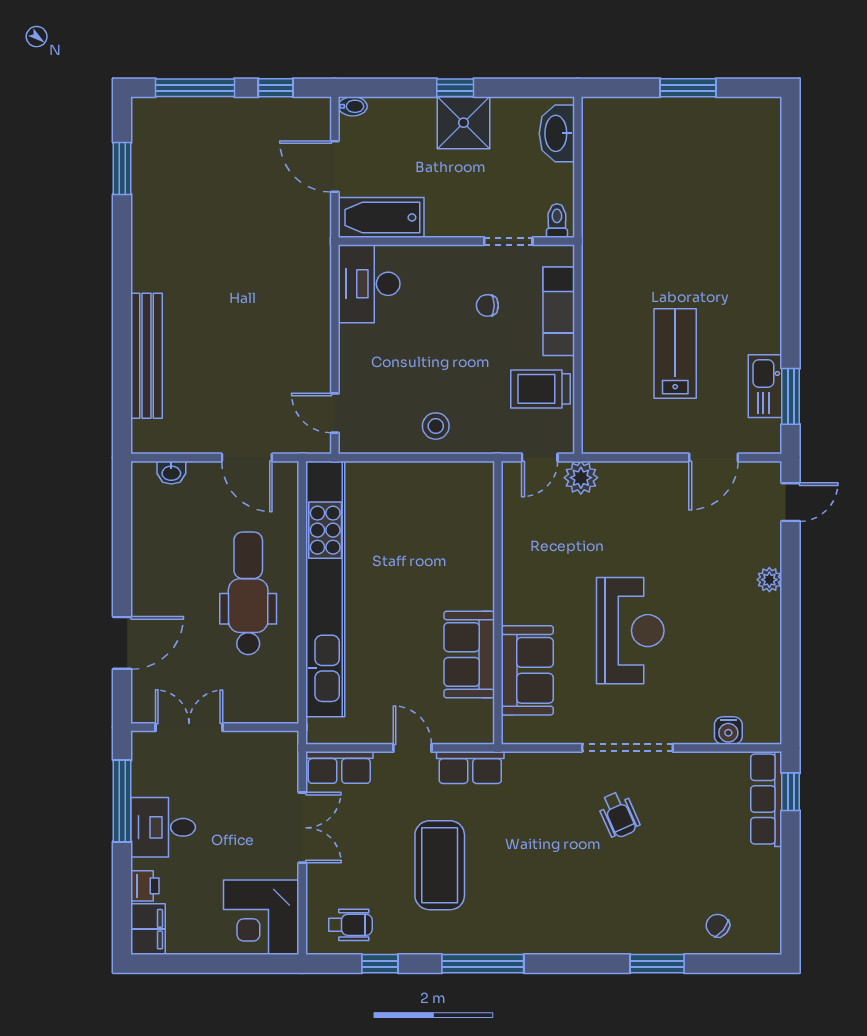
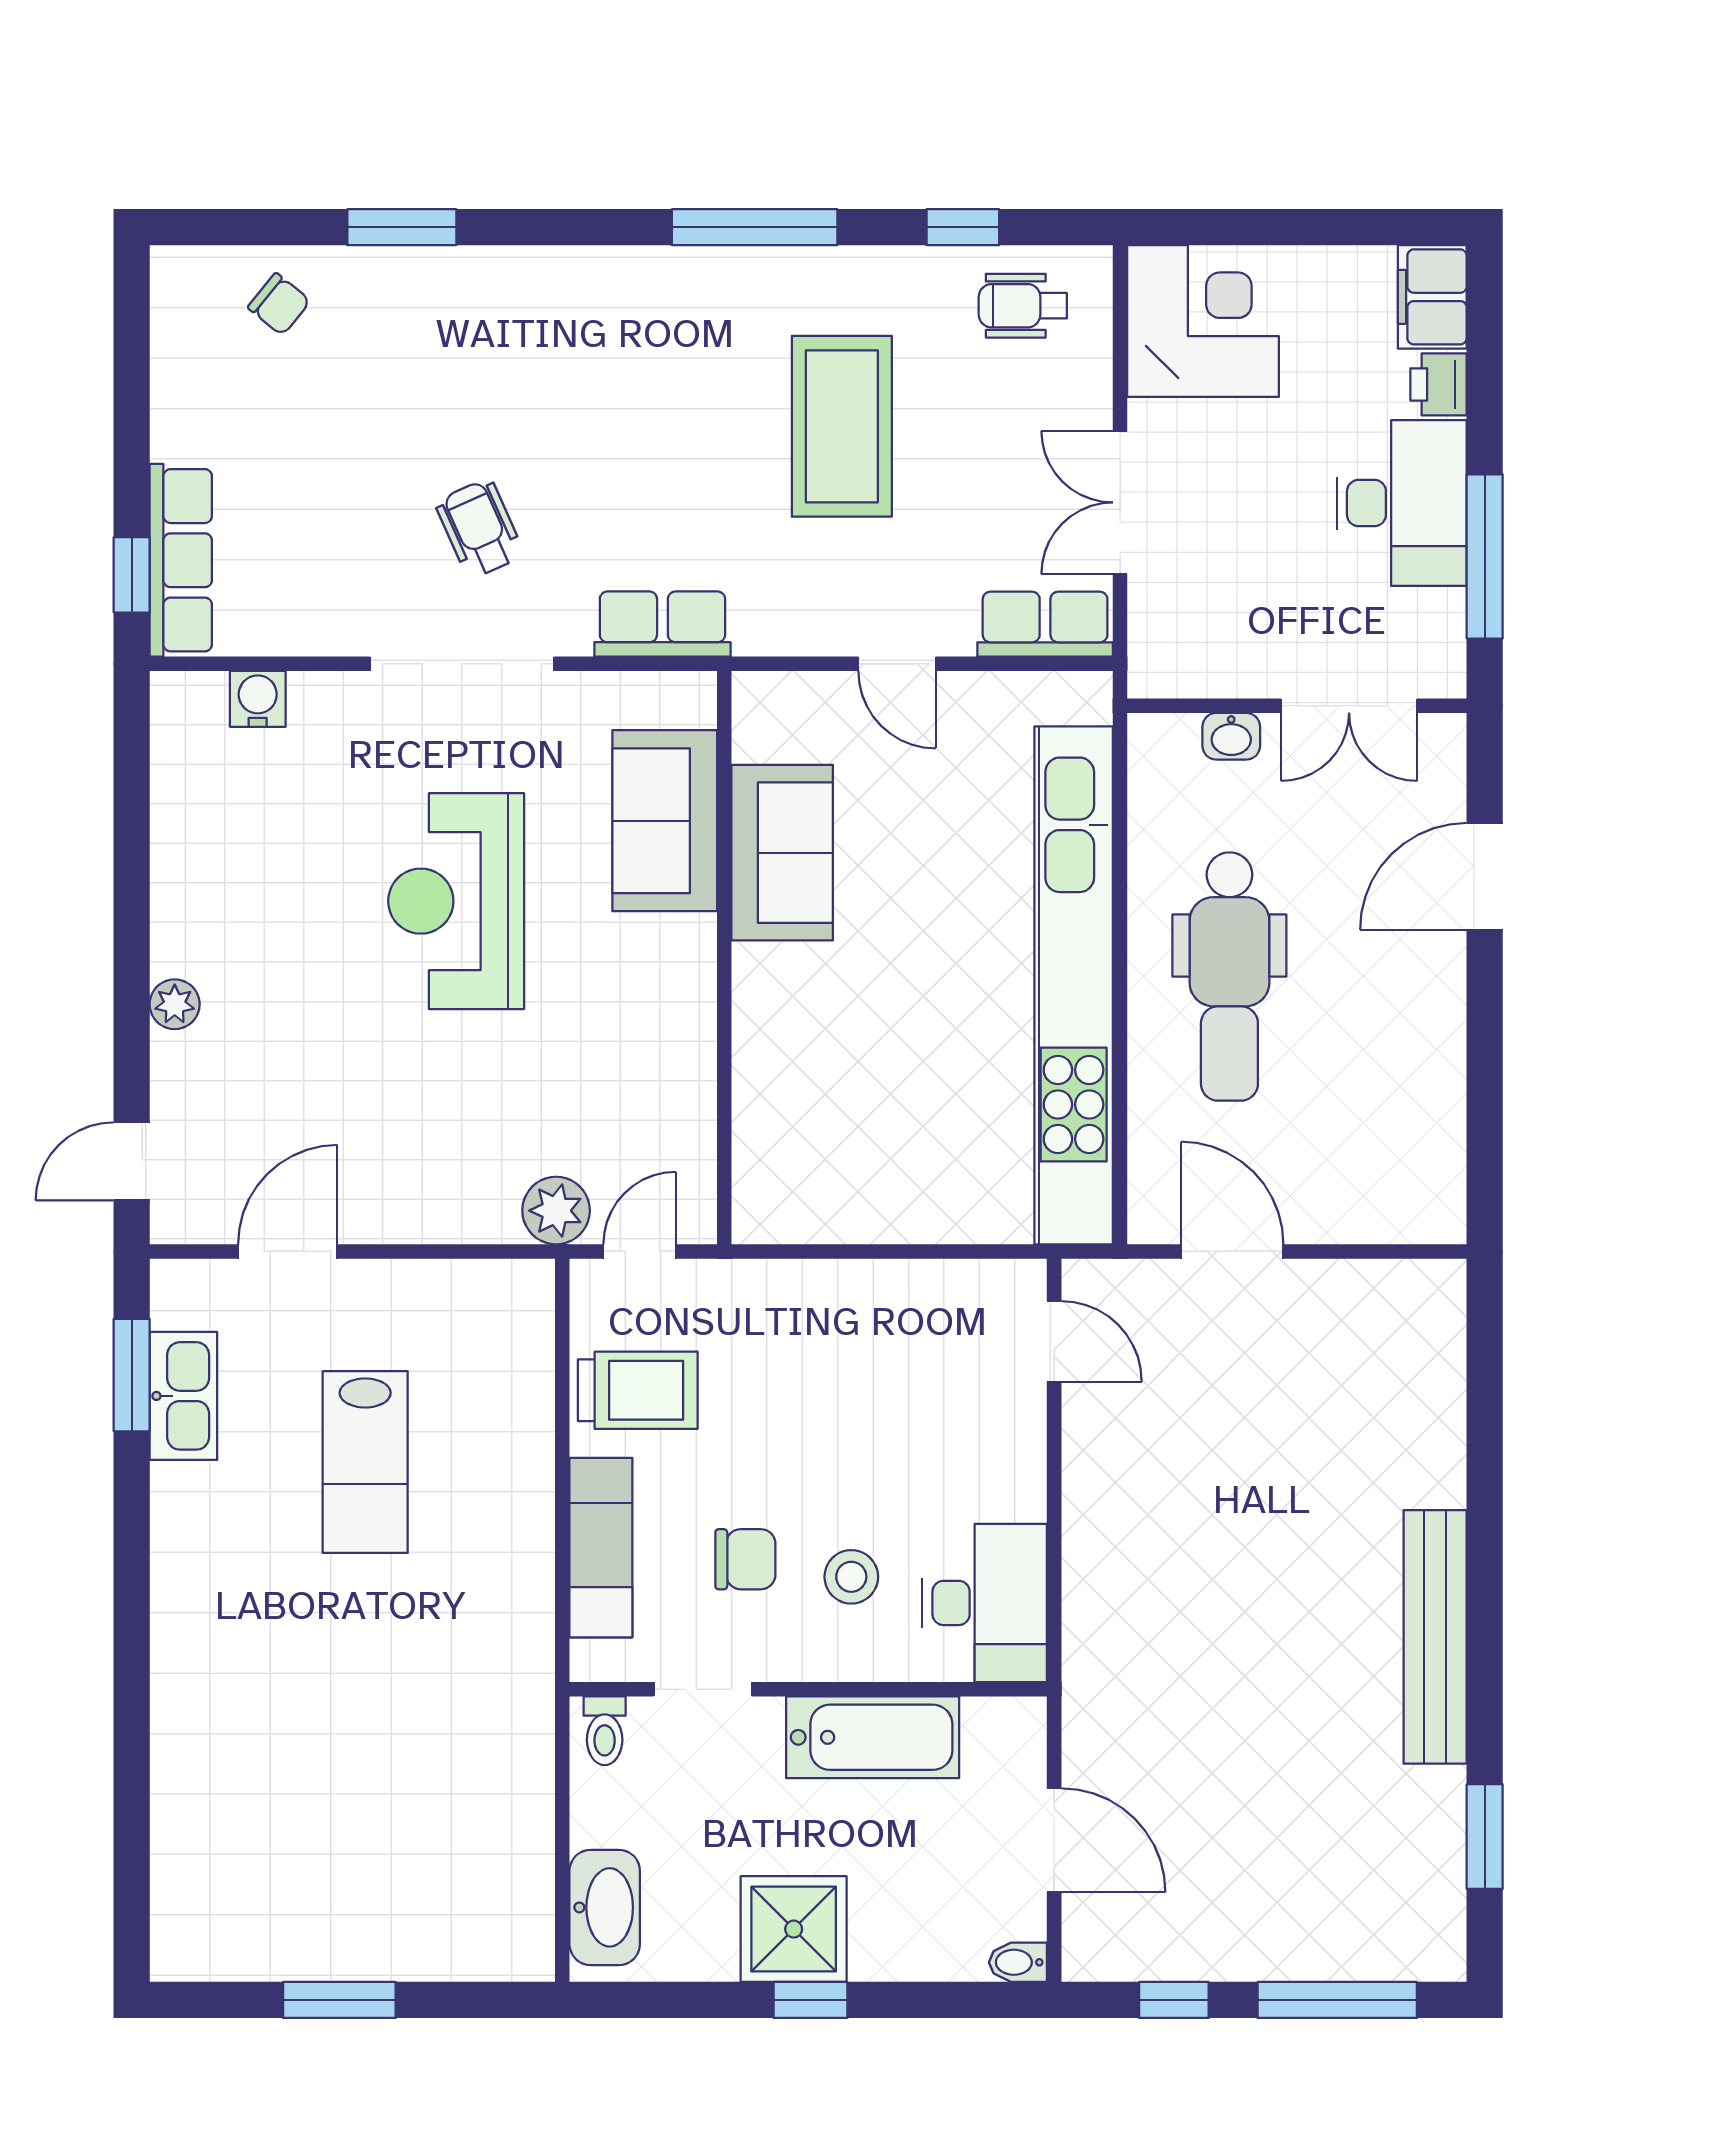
bathtub: (381, 217) -> (873, 1737), moved
chair: (487, 305) -> (745, 1559), width x1.37, depth x1.37
bench: (147, 356) -> (1435, 1637), moved
stool: (436, 426) -> (851, 1577), moved
washbasin: (171, 473) -> (1231, 736), moved, turned 180
row of seats: (470, 768) -> (662, 624), moved
desk: (163, 827) -> (1402, 503), width x1.37

